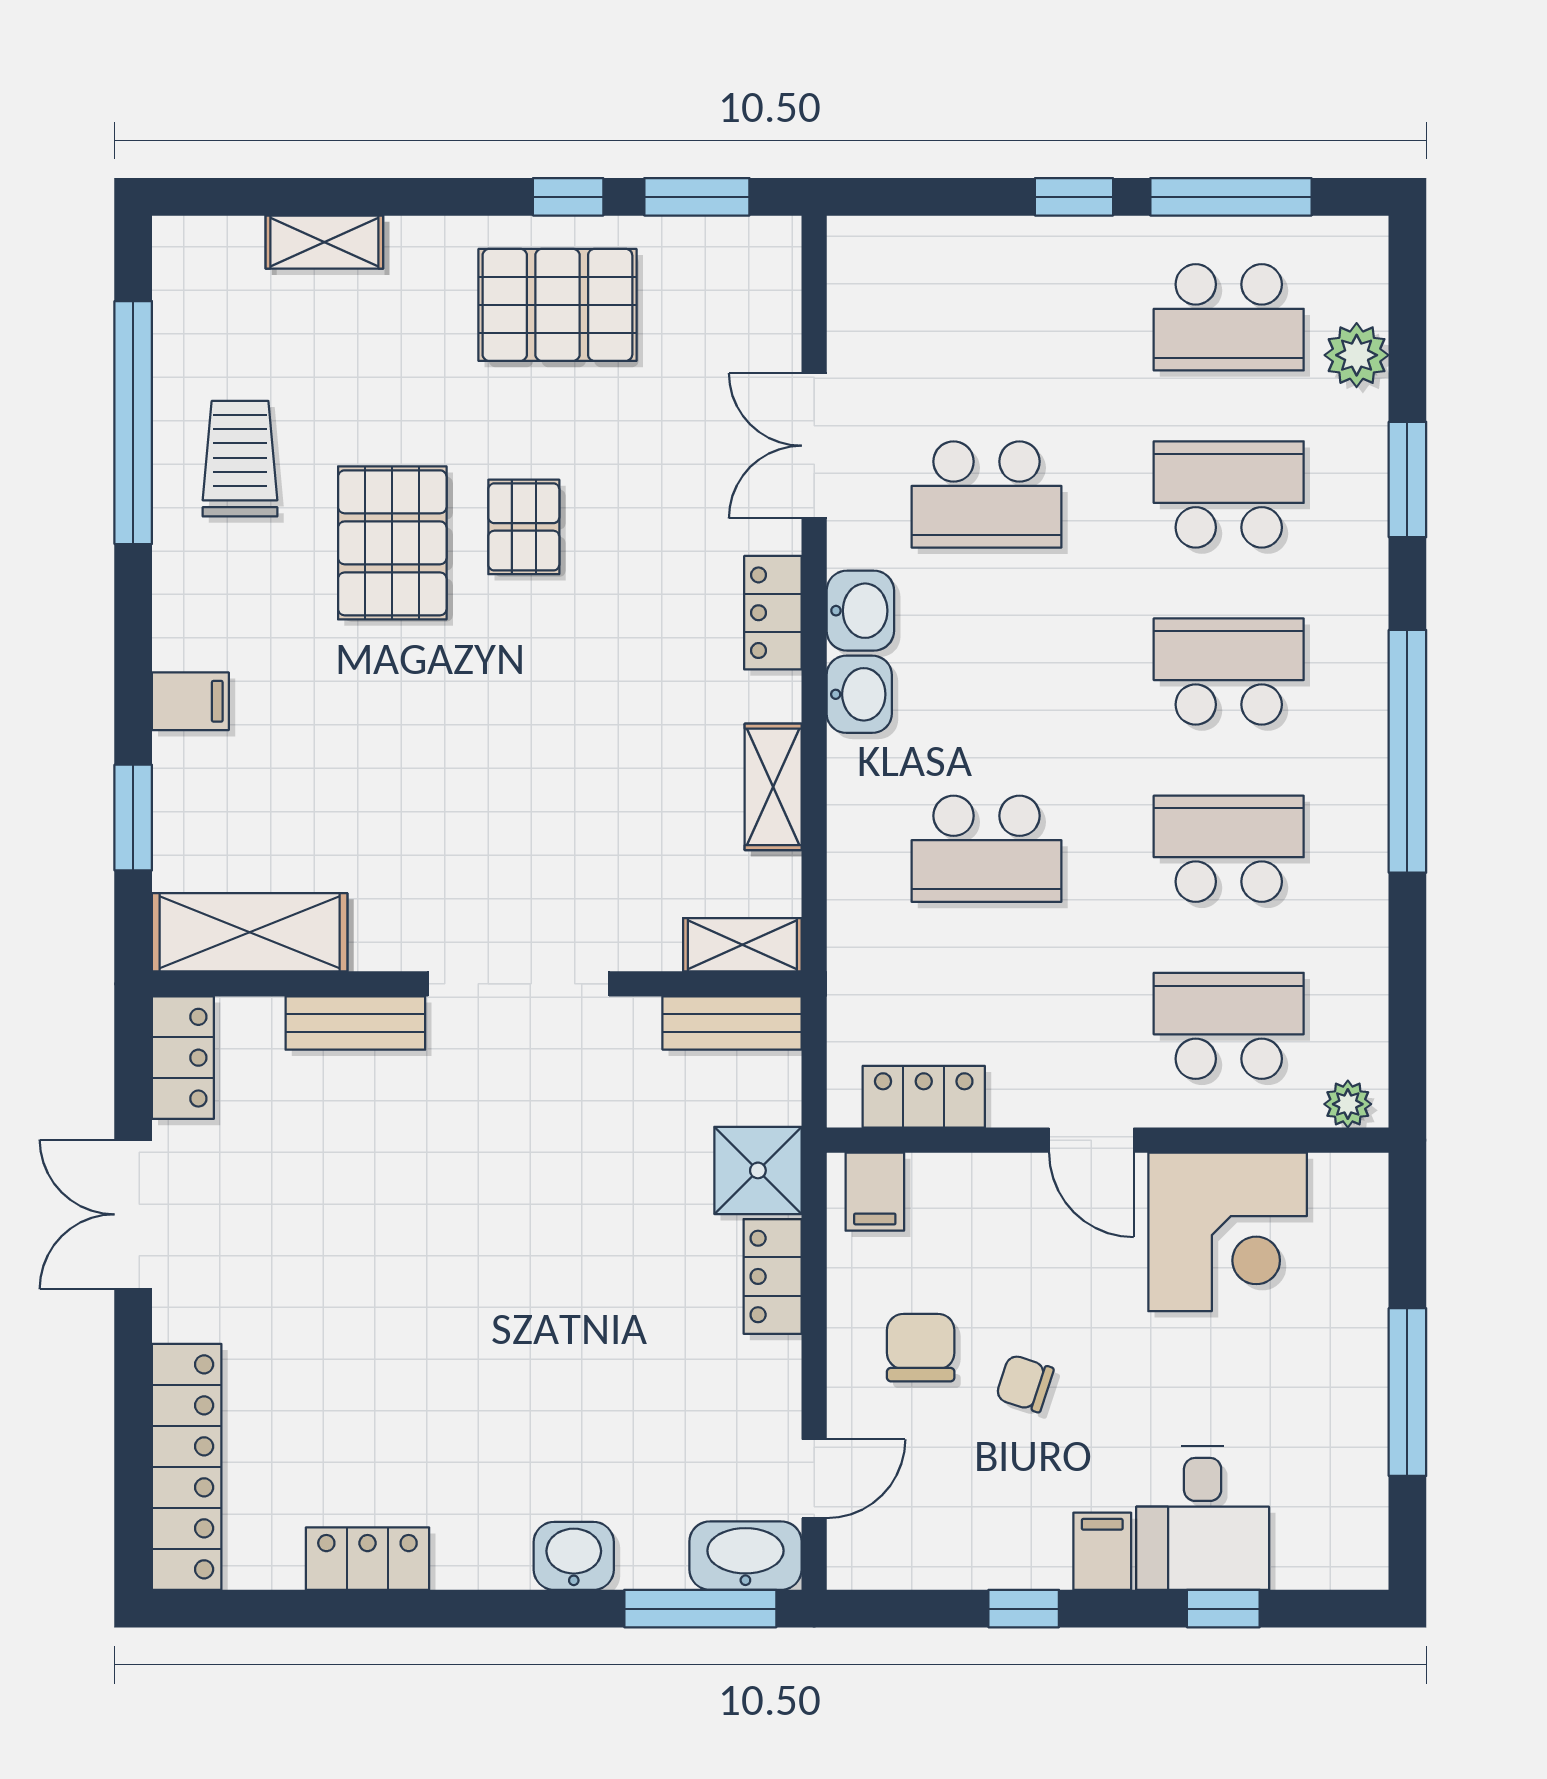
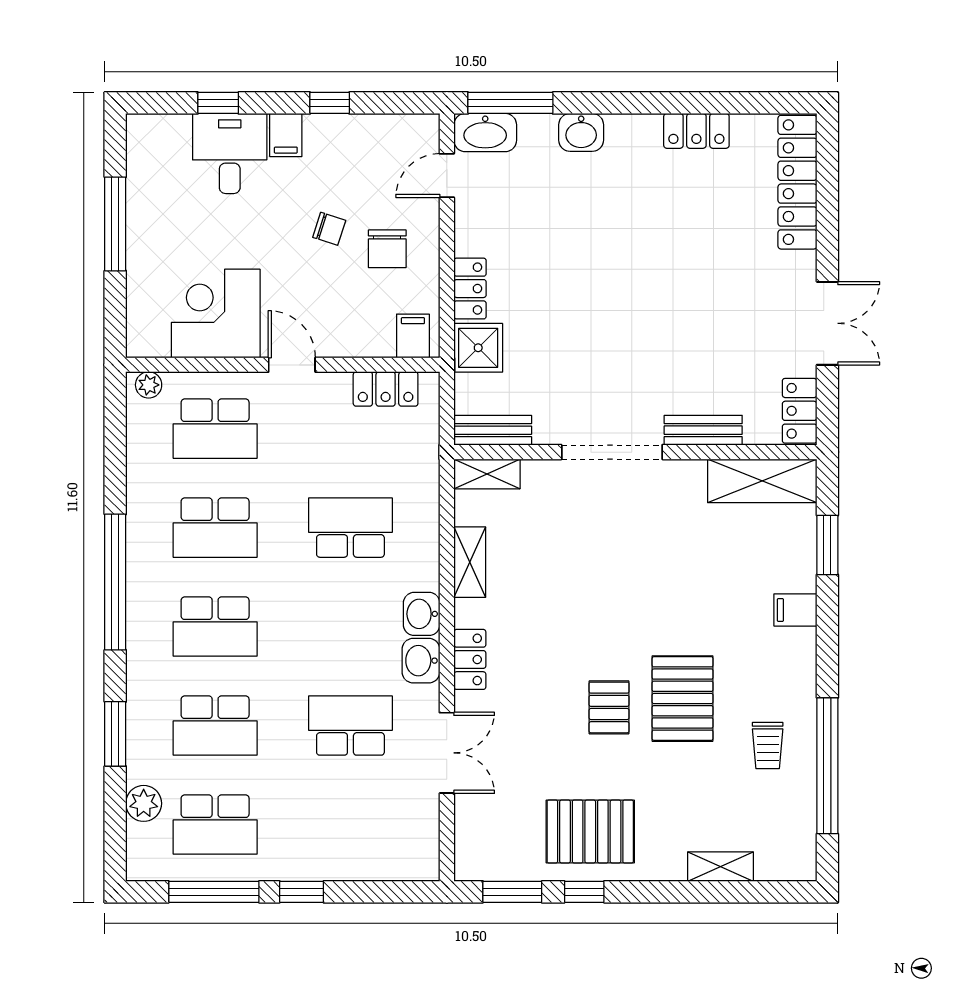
school desk: (1229, 317) -> (215, 825), turned 180
trolley: (240, 459) -> (768, 746), width x0.73, depth x0.72

